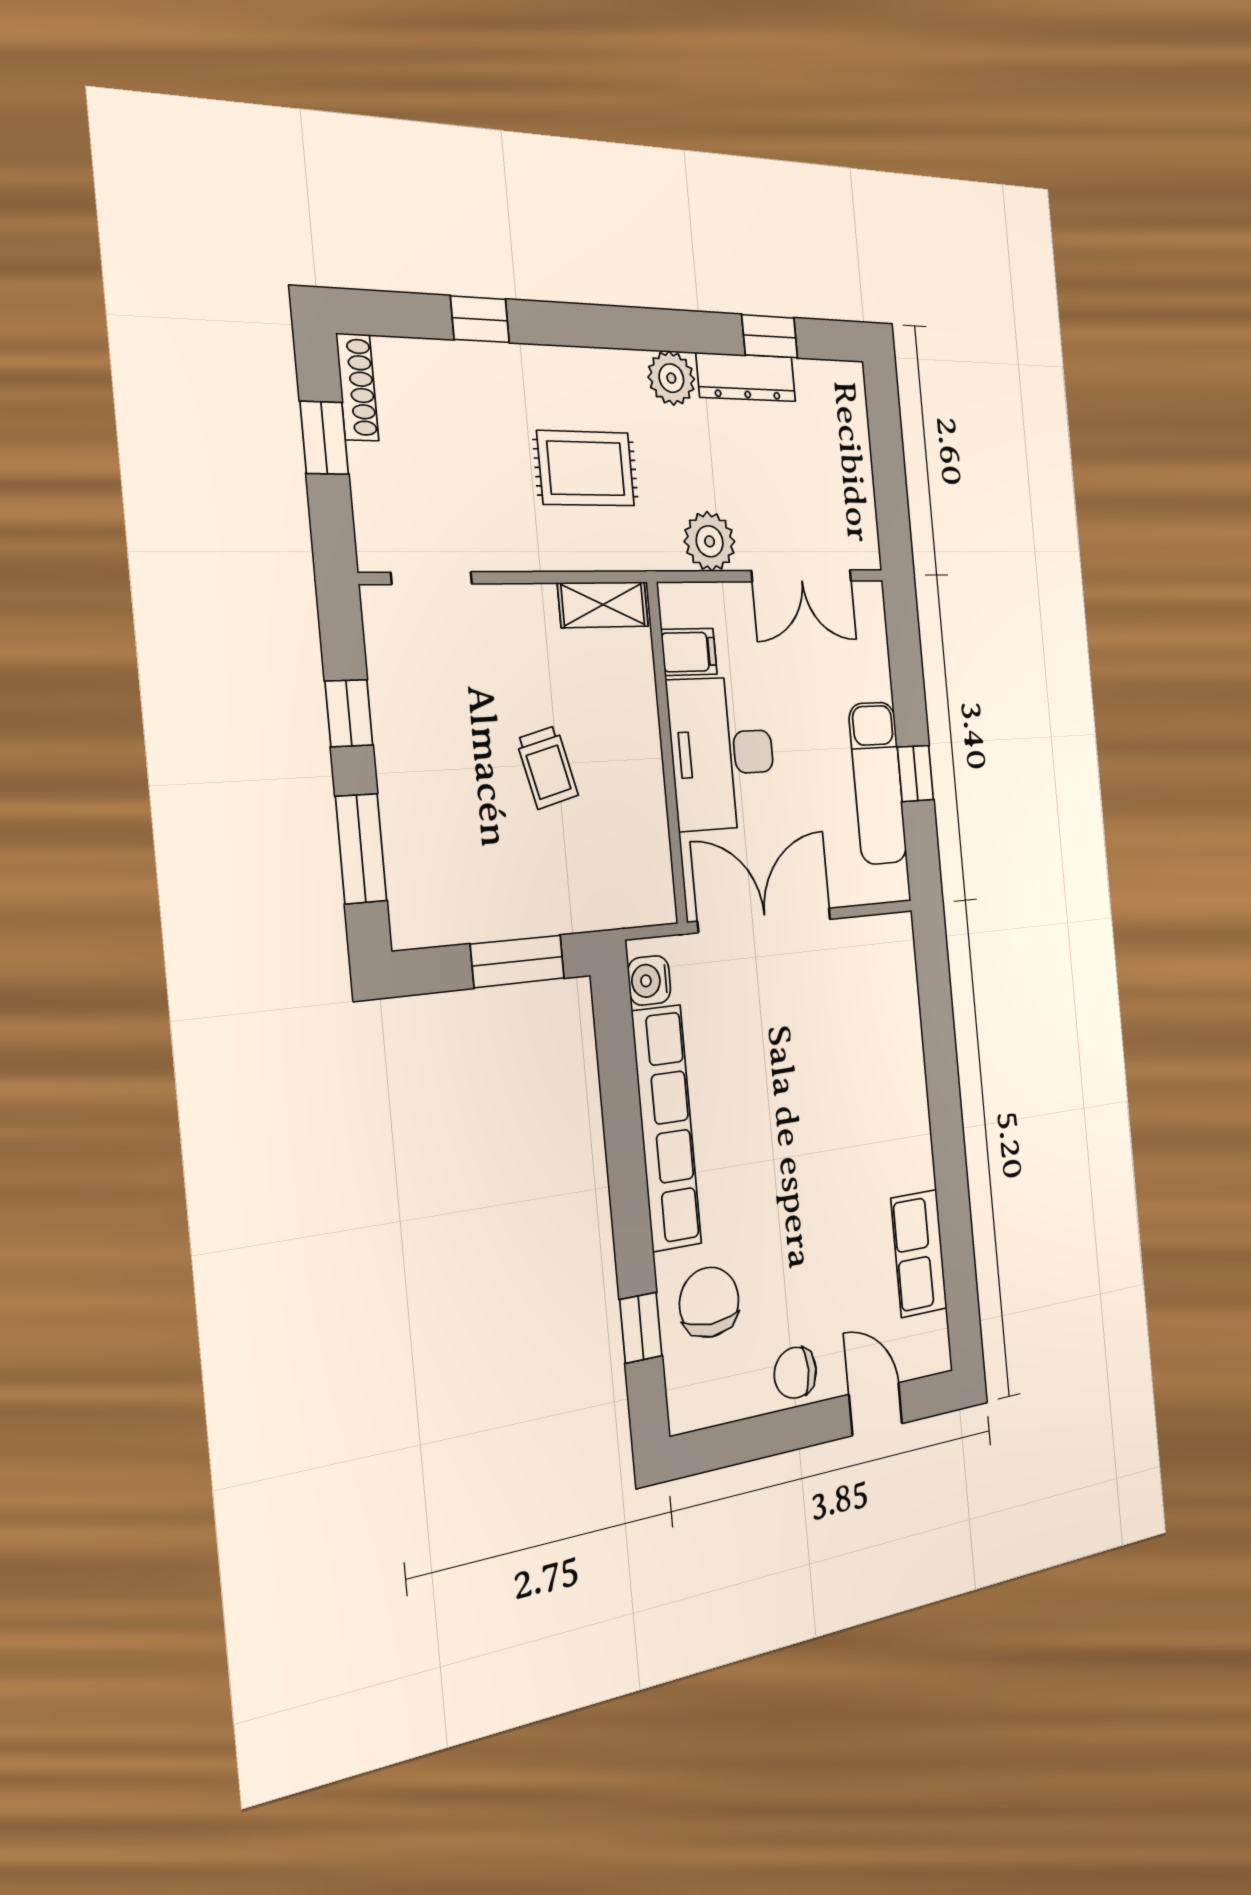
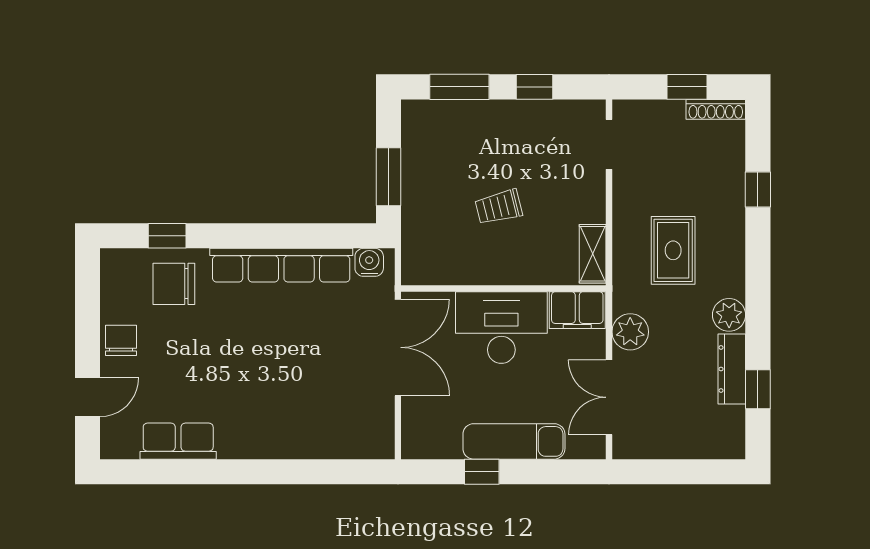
filing cabinet: (689, 652) -> (577, 310), width x2.00
exam couch: (878, 783) -> (514, 441), moved
chair: (709, 1302) -> (174, 284), turned 180

